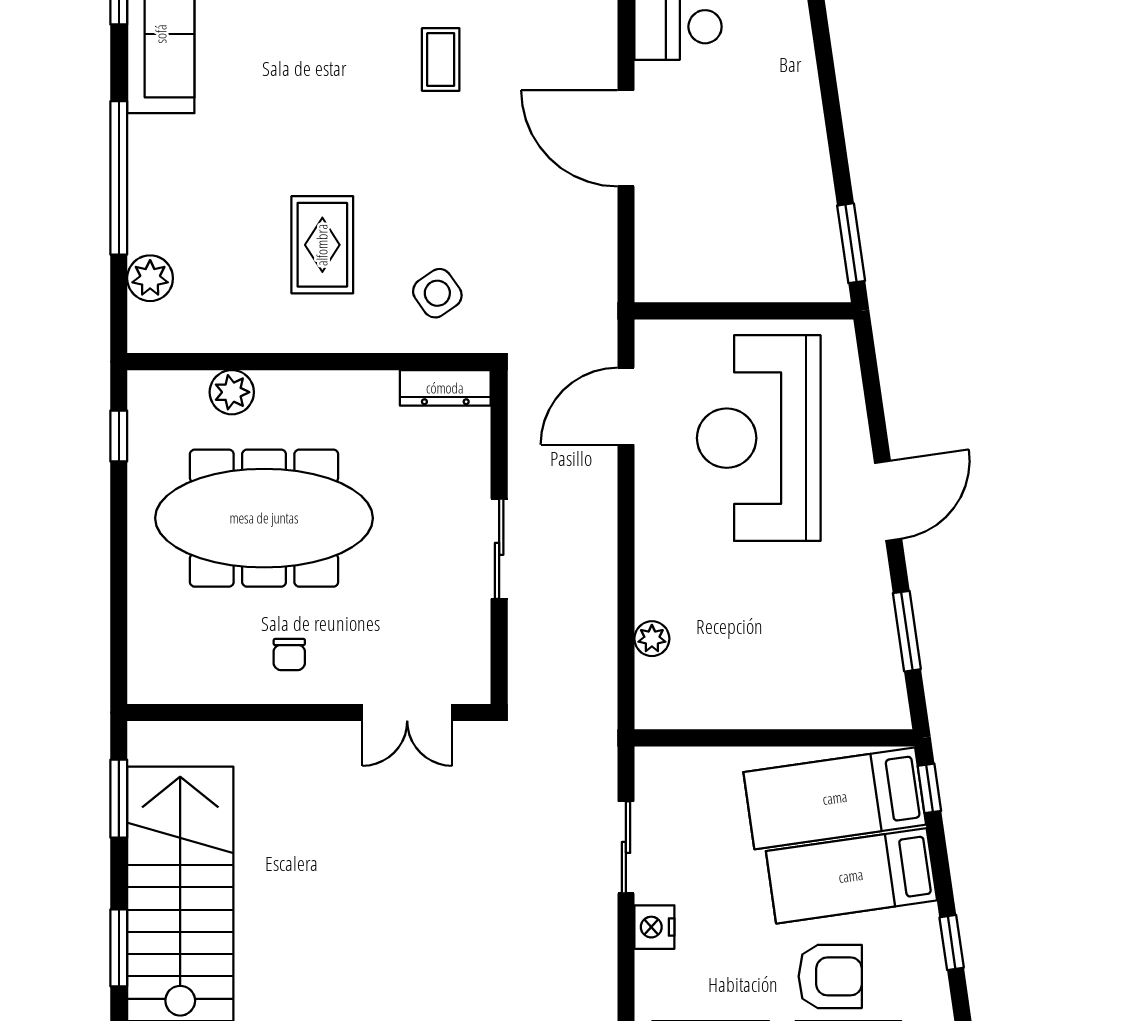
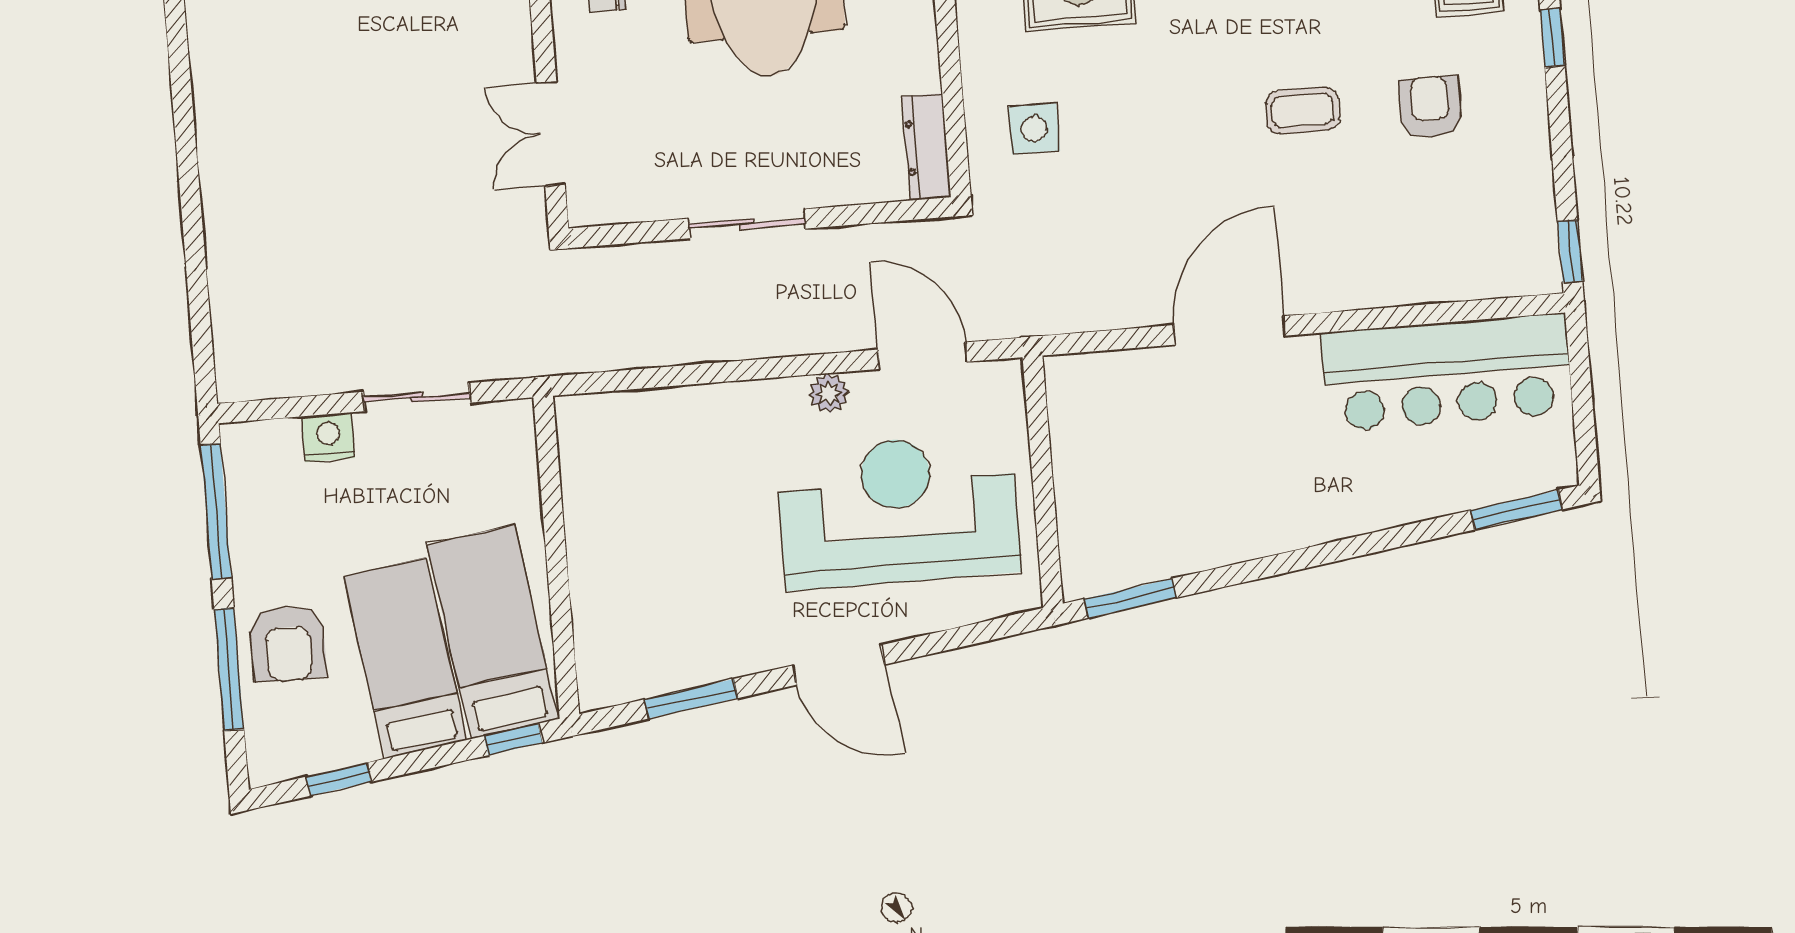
side table: (437, 293) -> (1034, 129), turned 35
plant: (652, 639) -> (829, 393), moved

